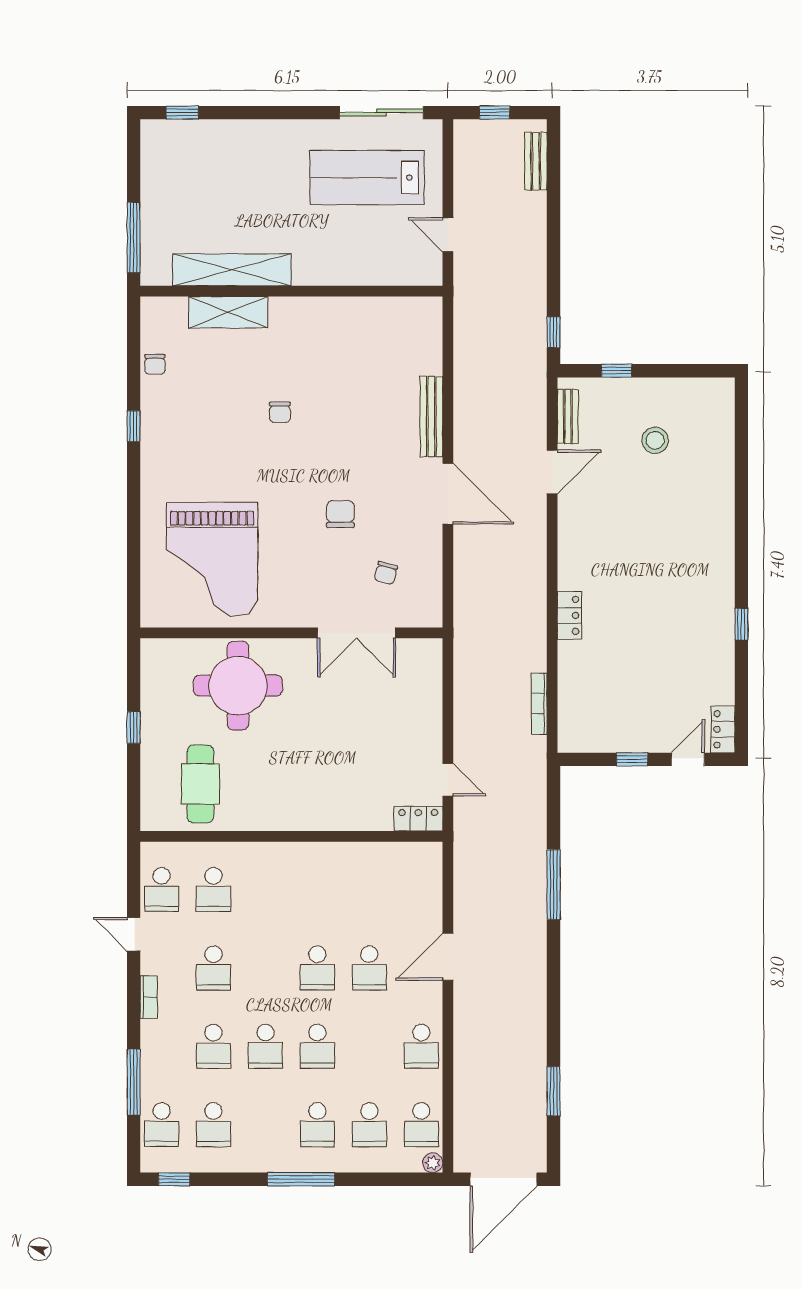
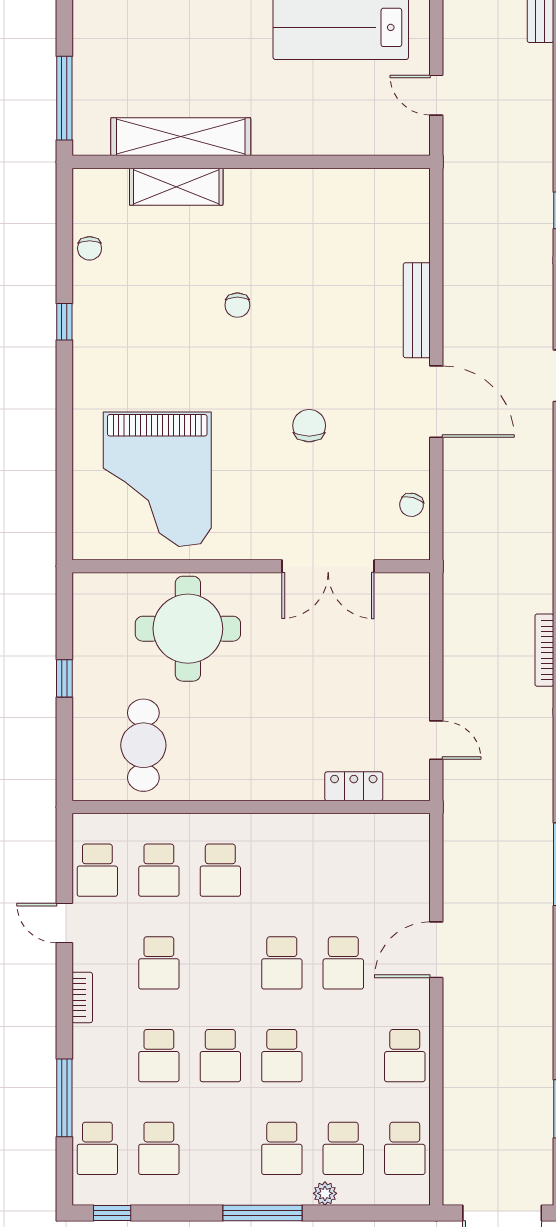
chair: (386, 573) -> (412, 505), moved
locker: (418, 819) -> (354, 786), moved
school desk: (265, 890) -> (220, 870), added
plant: (433, 1163) -> (325, 1193), moved

